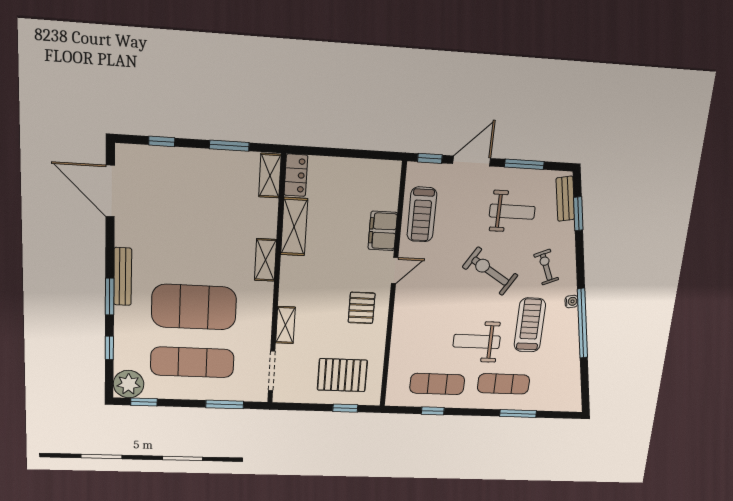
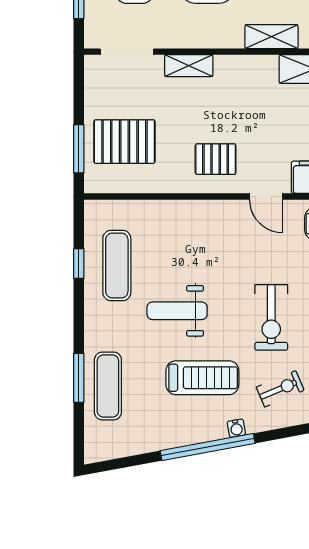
exercise bike: (490, 271) -> (271, 317), turned 148
weight bench: (477, 341) -> (177, 311), turned -90
pallet: (342, 375) -> (124, 142), turned 90
exercise mat: (503, 384) -> (108, 386), moved
window: (345, 408) -> (79, 149), width x1.50

